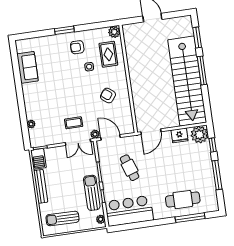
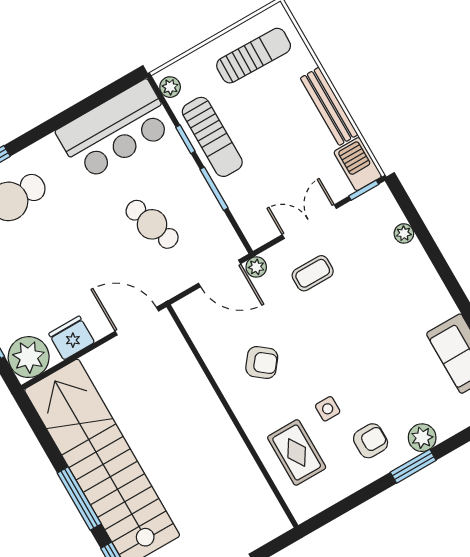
plant: (114, 32) -> (422, 438), moved
door: (151, 132) -> (137, 321), hinge flipped
double door: (78, 142) -> (309, 222), moved

